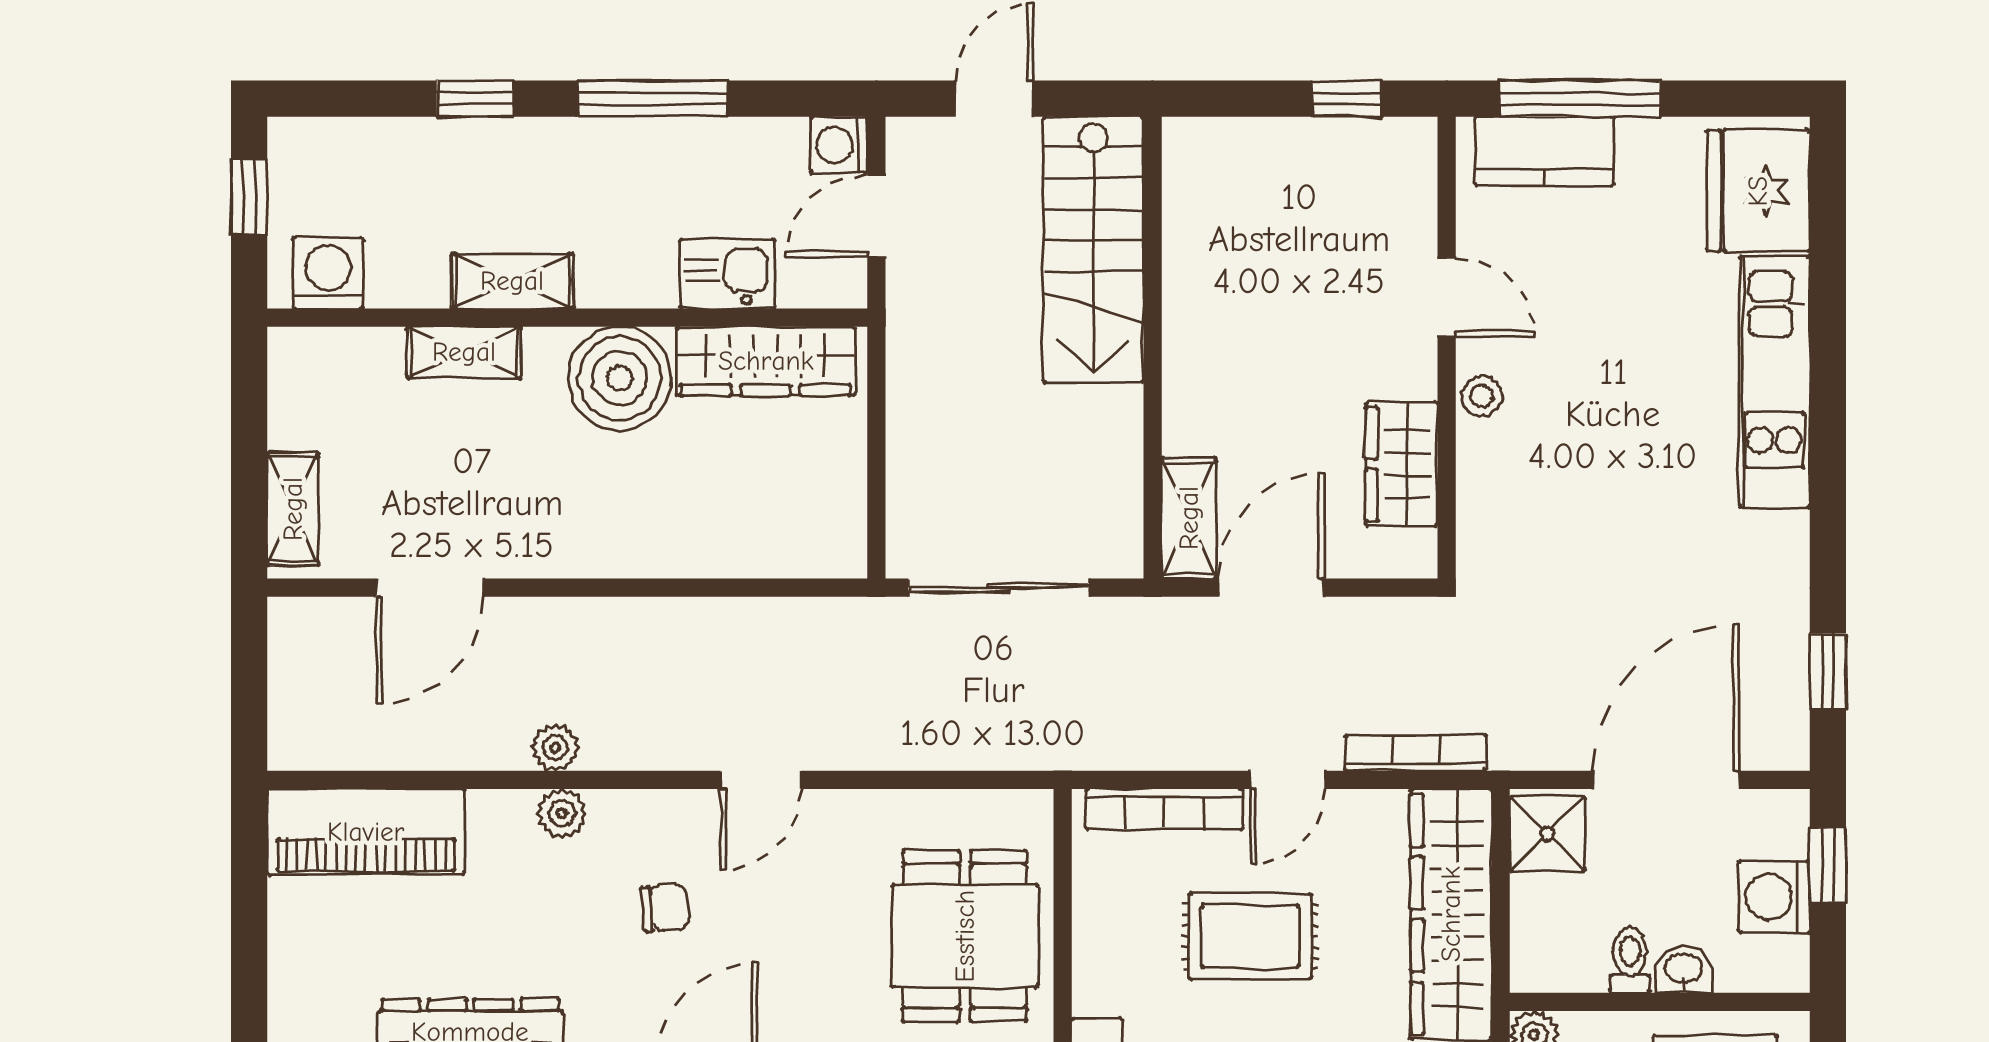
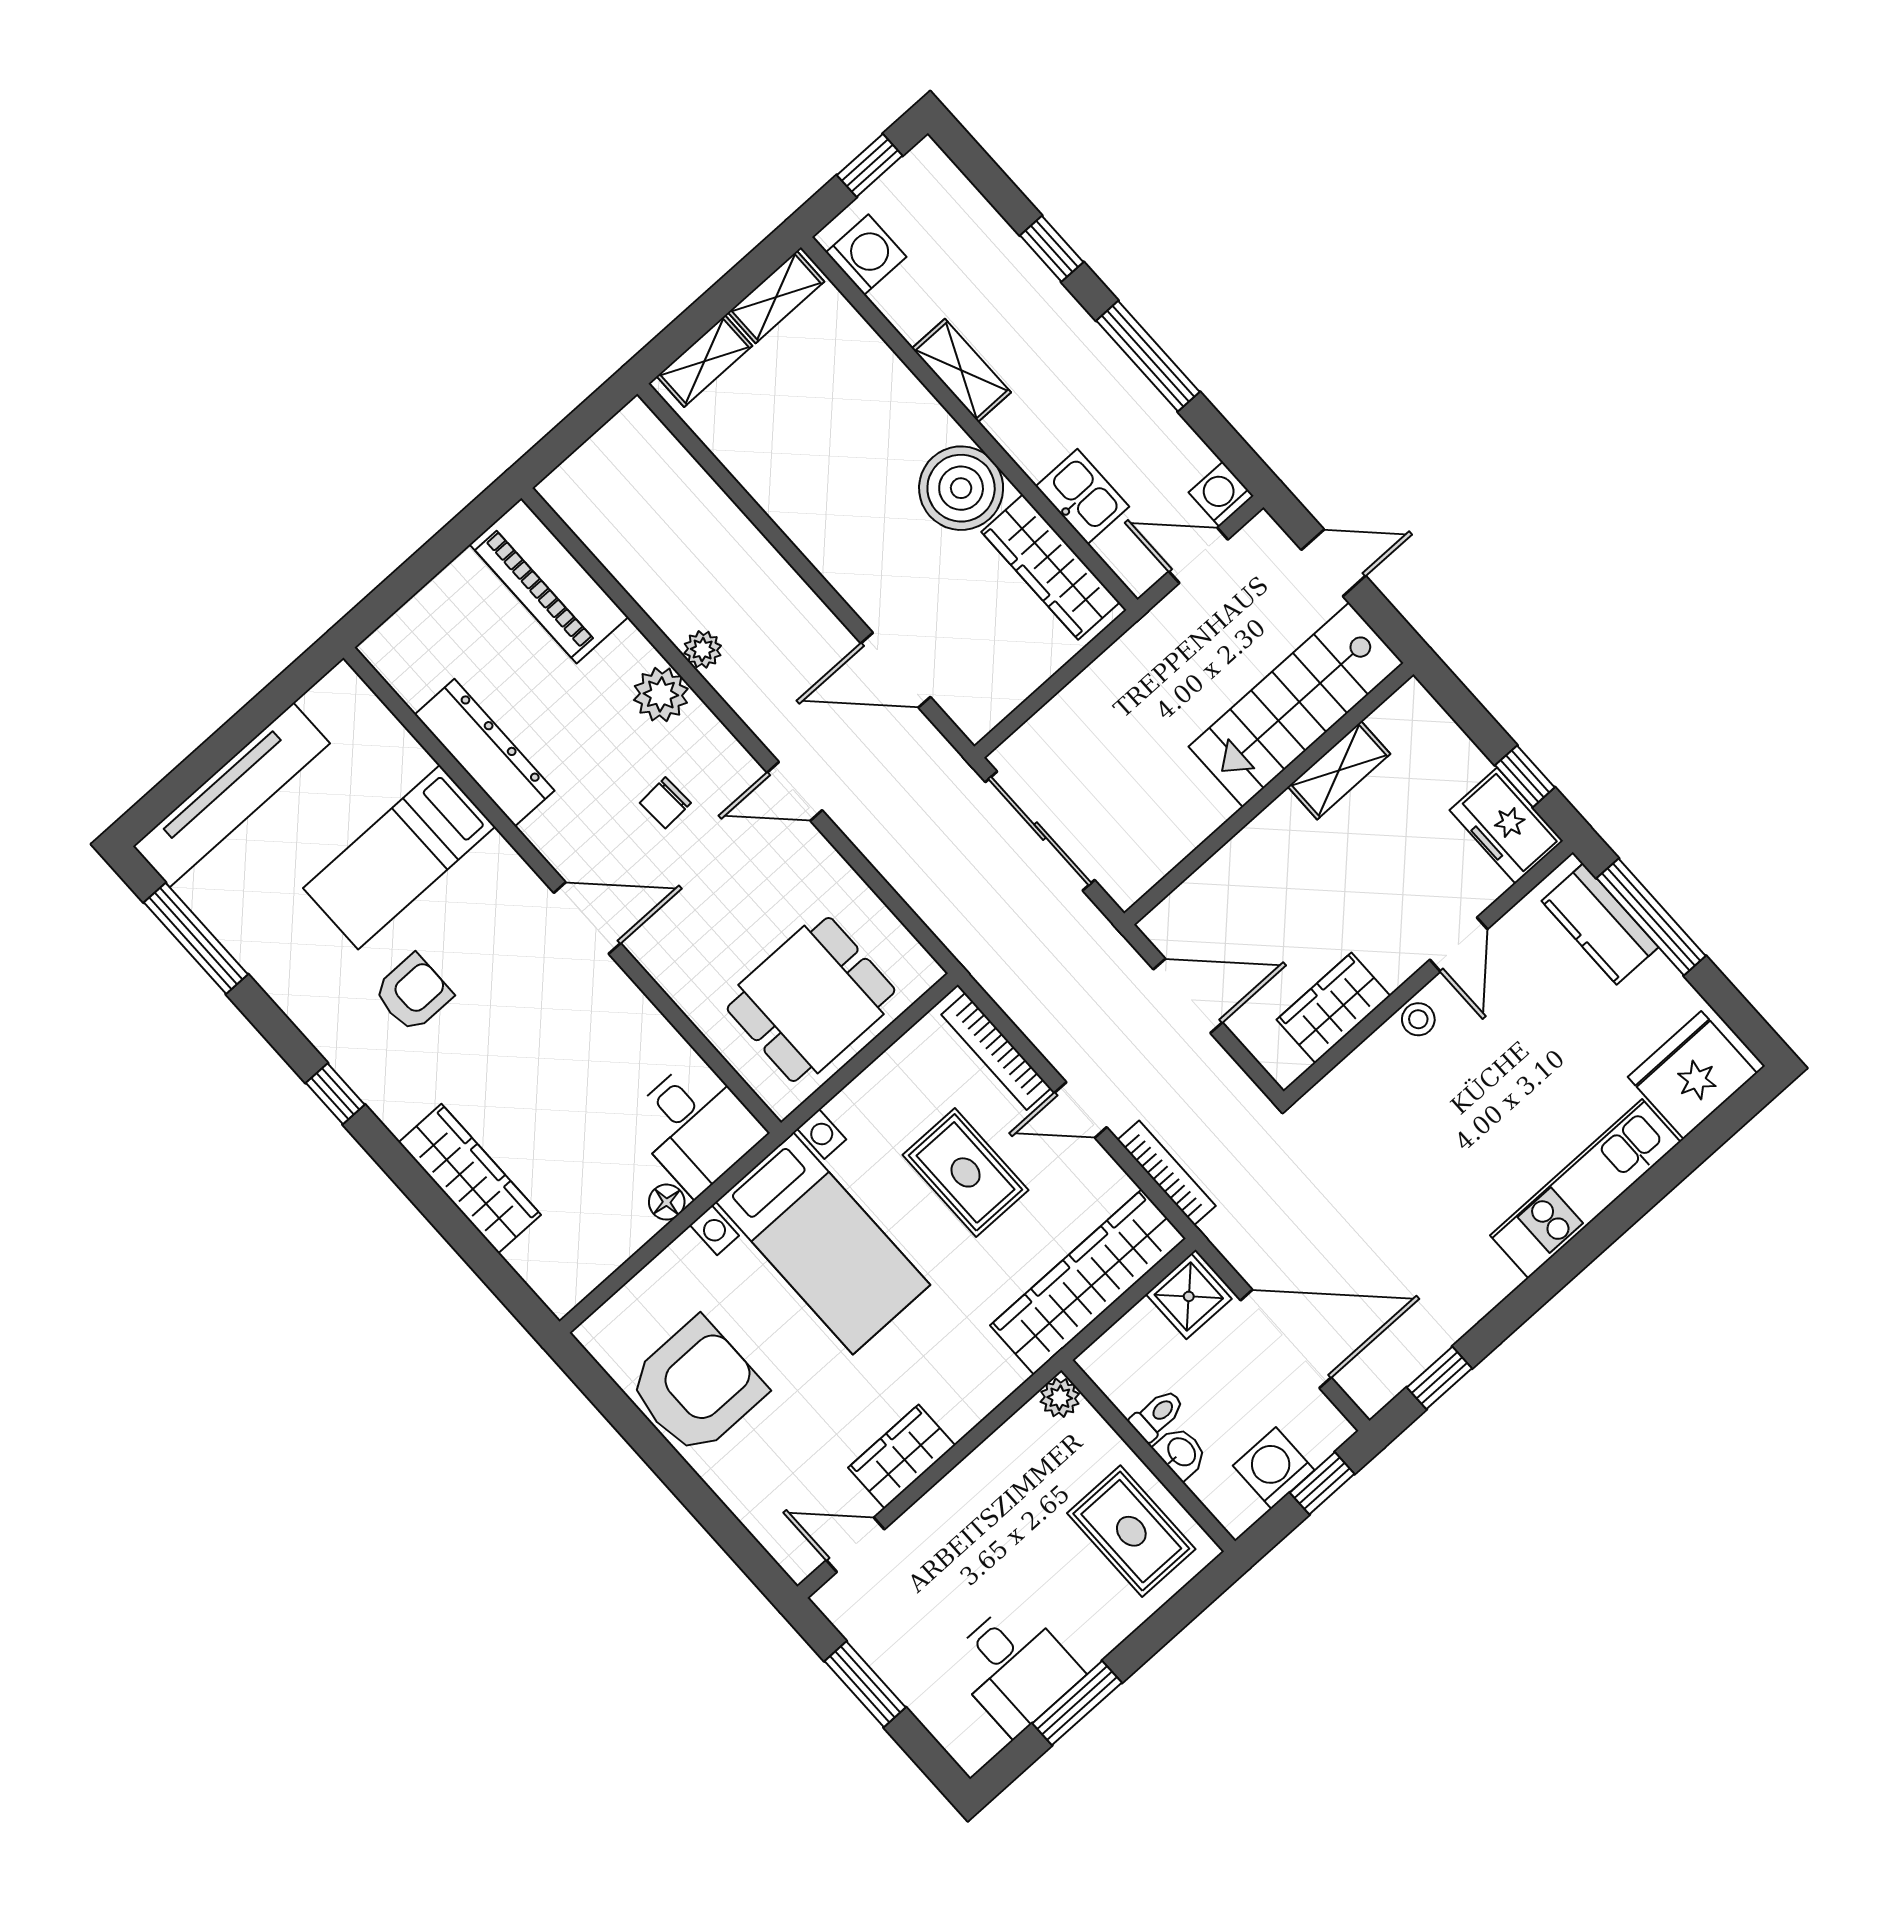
freezer: (1377, 156) -> (1506, 826), added
shelving: (464, 352) -> (776, 297), moved, turned 90
shelving: (1189, 518) -> (1339, 770), moved
door: (429, 588) -> (896, 670), moved
plant: (562, 813) -> (661, 694), width x1.38, depth x1.38
chair: (665, 908) -> (665, 803), turned 93

